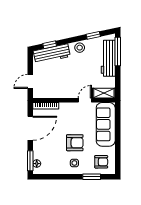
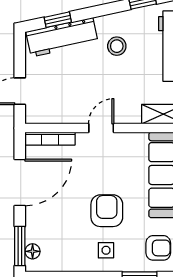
stool: (80, 48) -> (117, 46), moved
door: (85, 100) -> (101, 128), moved
armchair: (75, 143) -> (107, 211), turned -90

